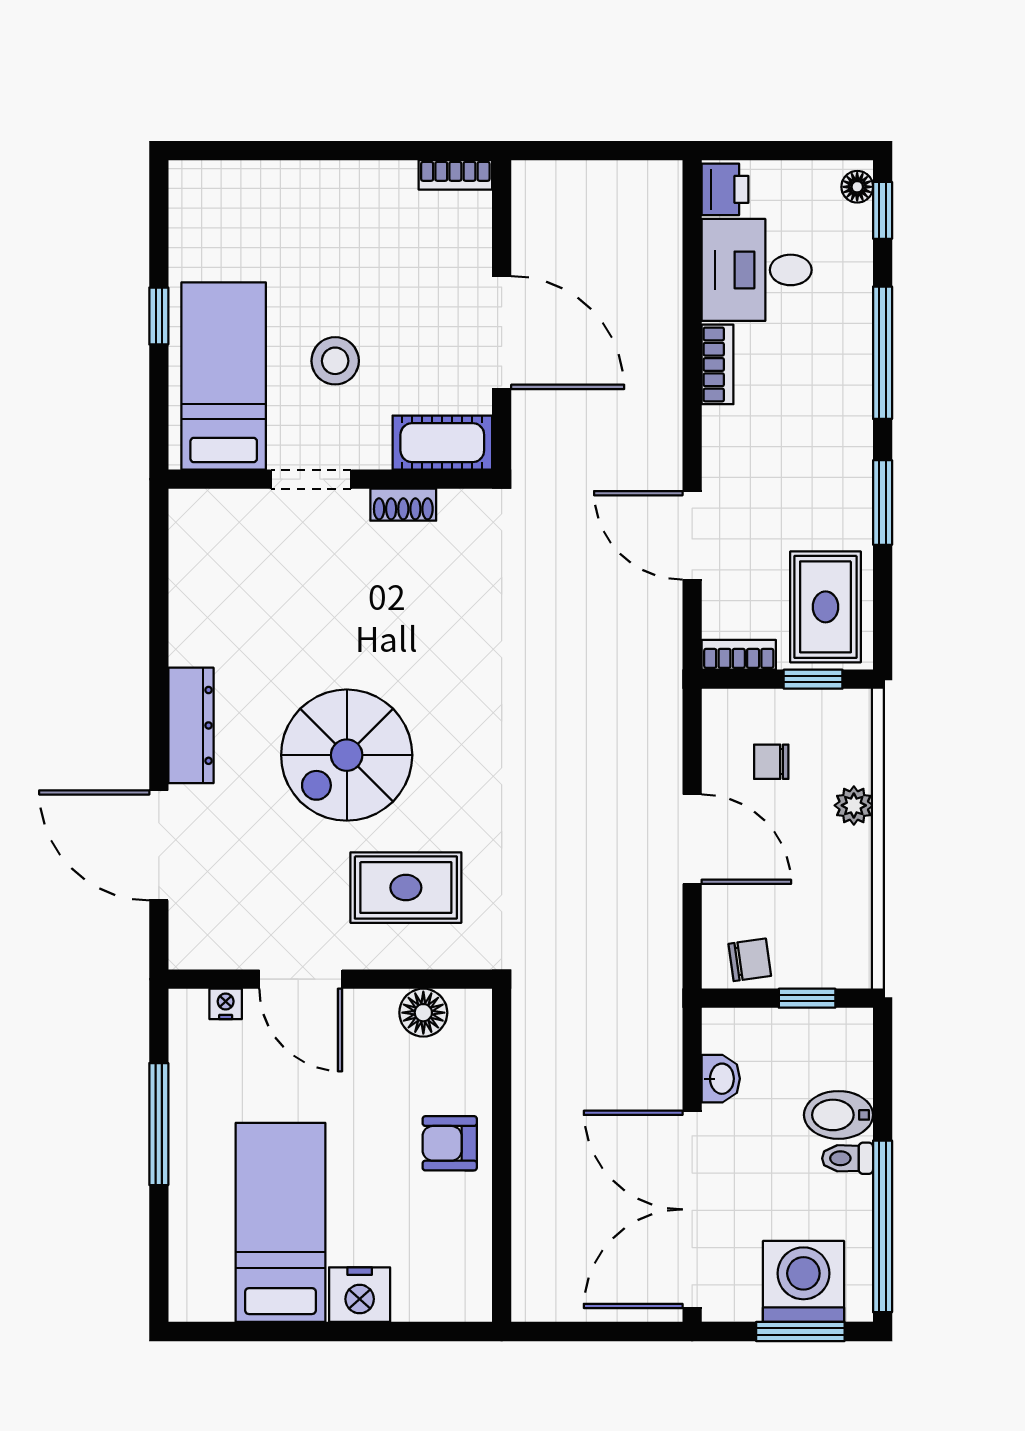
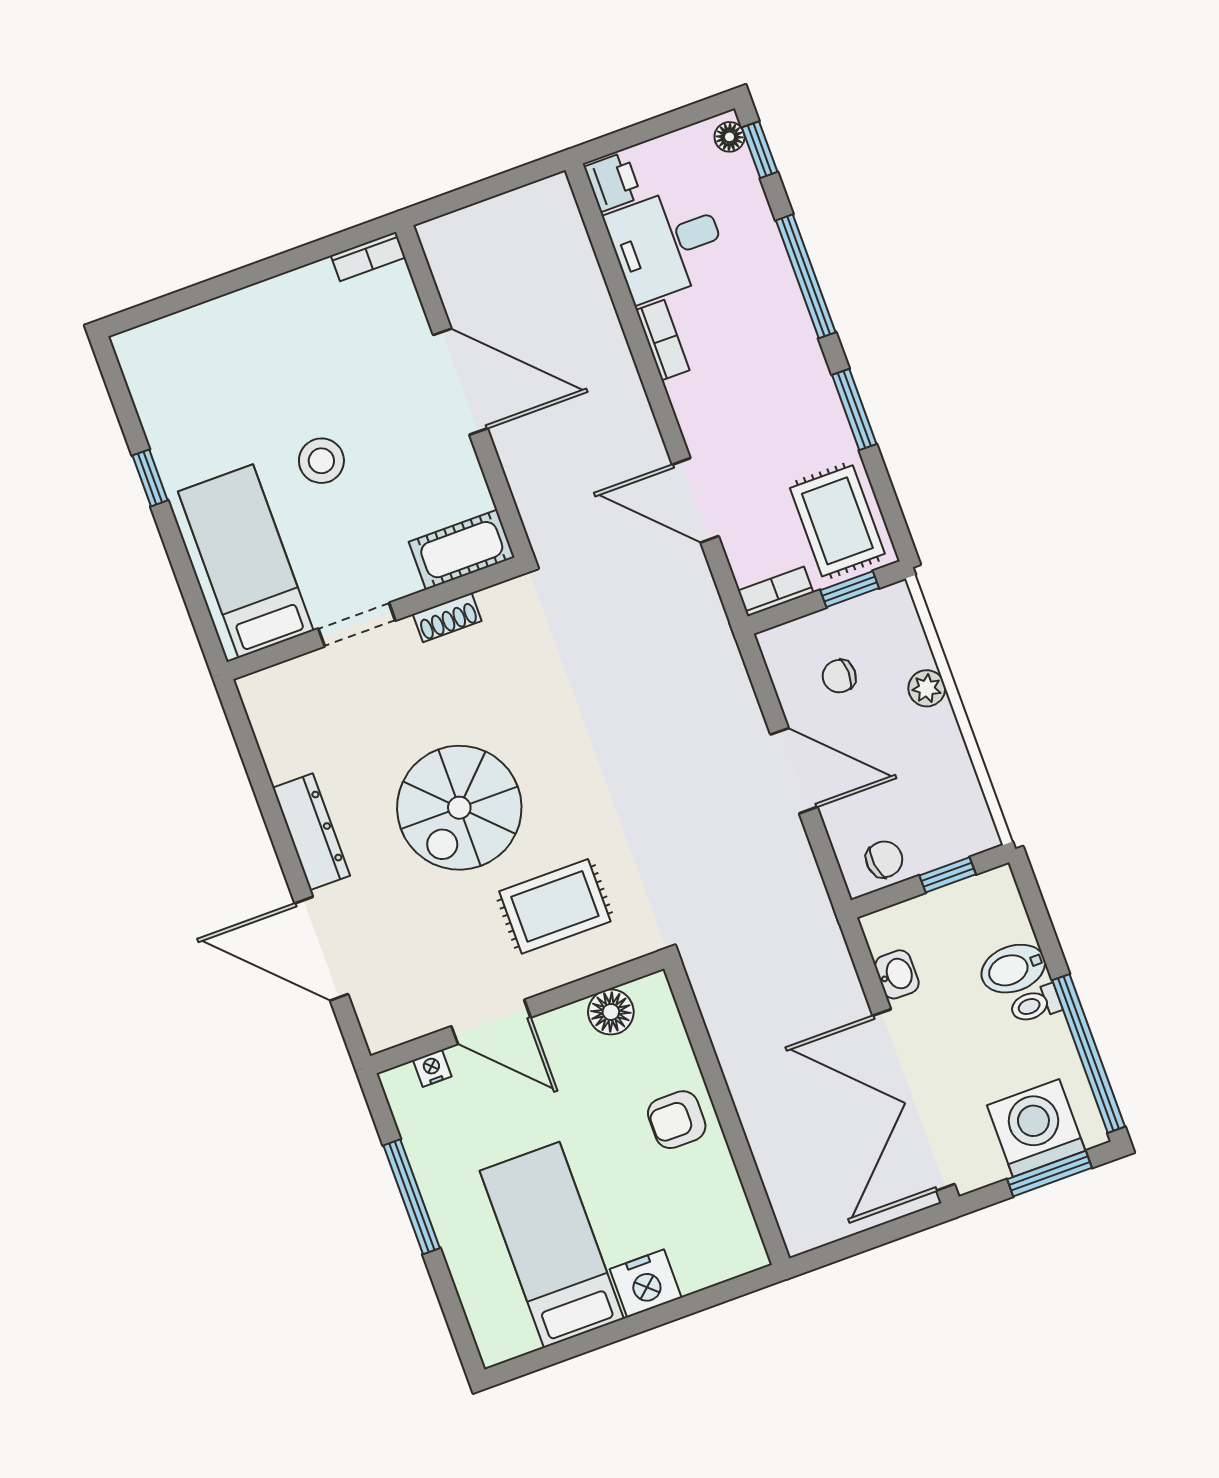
bed: (224, 376) -> (246, 561), moved
cot: (442, 443) -> (462, 550), moved
doorway: (311, 479) -> (357, 625), moved
wall: (330, 479) -> (374, 618), moved
shoe rack: (403, 505) -> (447, 617), moved

